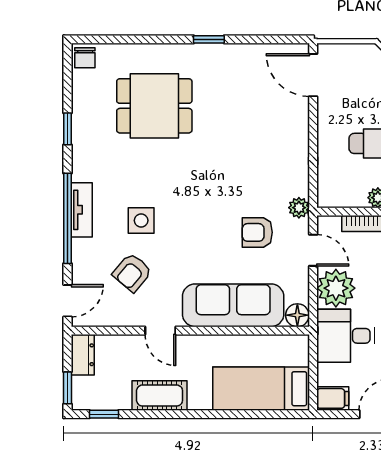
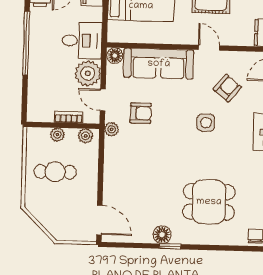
floor lamp: (221, 56) -> (162, 235), added
plant: (337, 197) -> (86, 136), added
side table: (141, 221) -> (206, 123), moved

